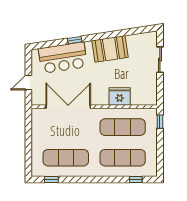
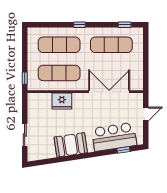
window: (75, 40) -> (123, 150), moved
double door: (68, 107) -> (109, 92), swing flipped
window: (136, 179) -> (80, 25), moved

